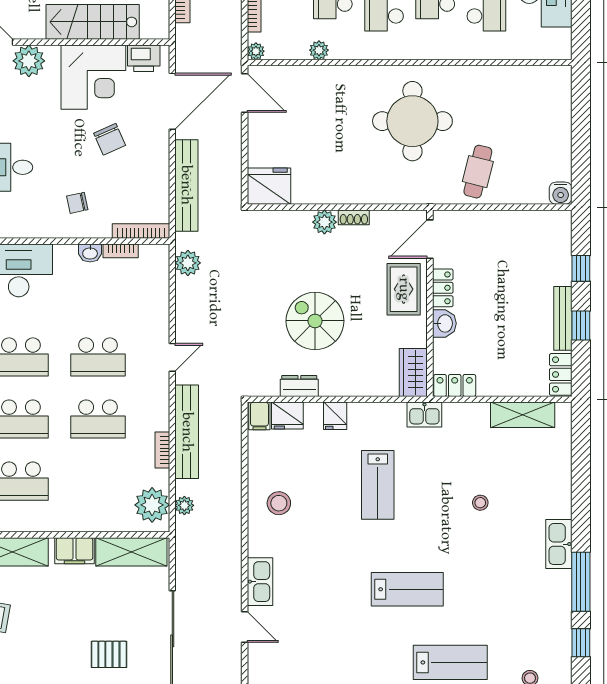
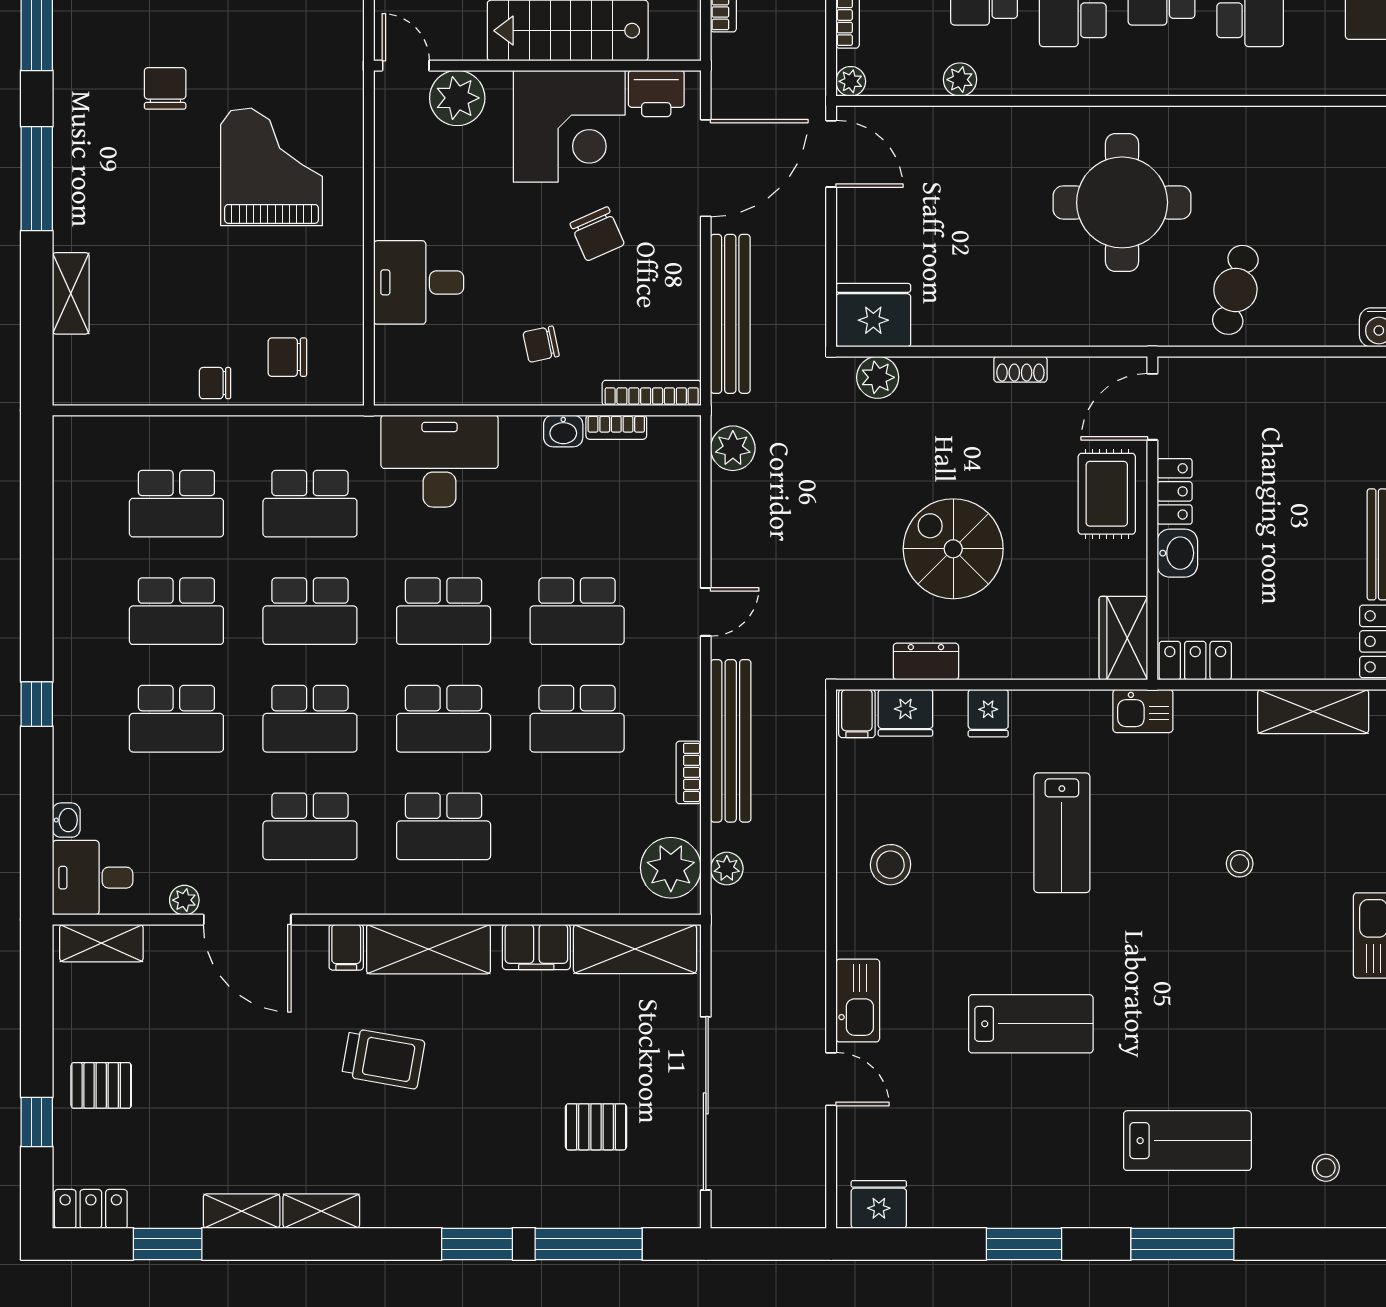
plant: (324, 222) -> (878, 377), moved
lab bench: (407, 589) -> (1031, 1024), moved

